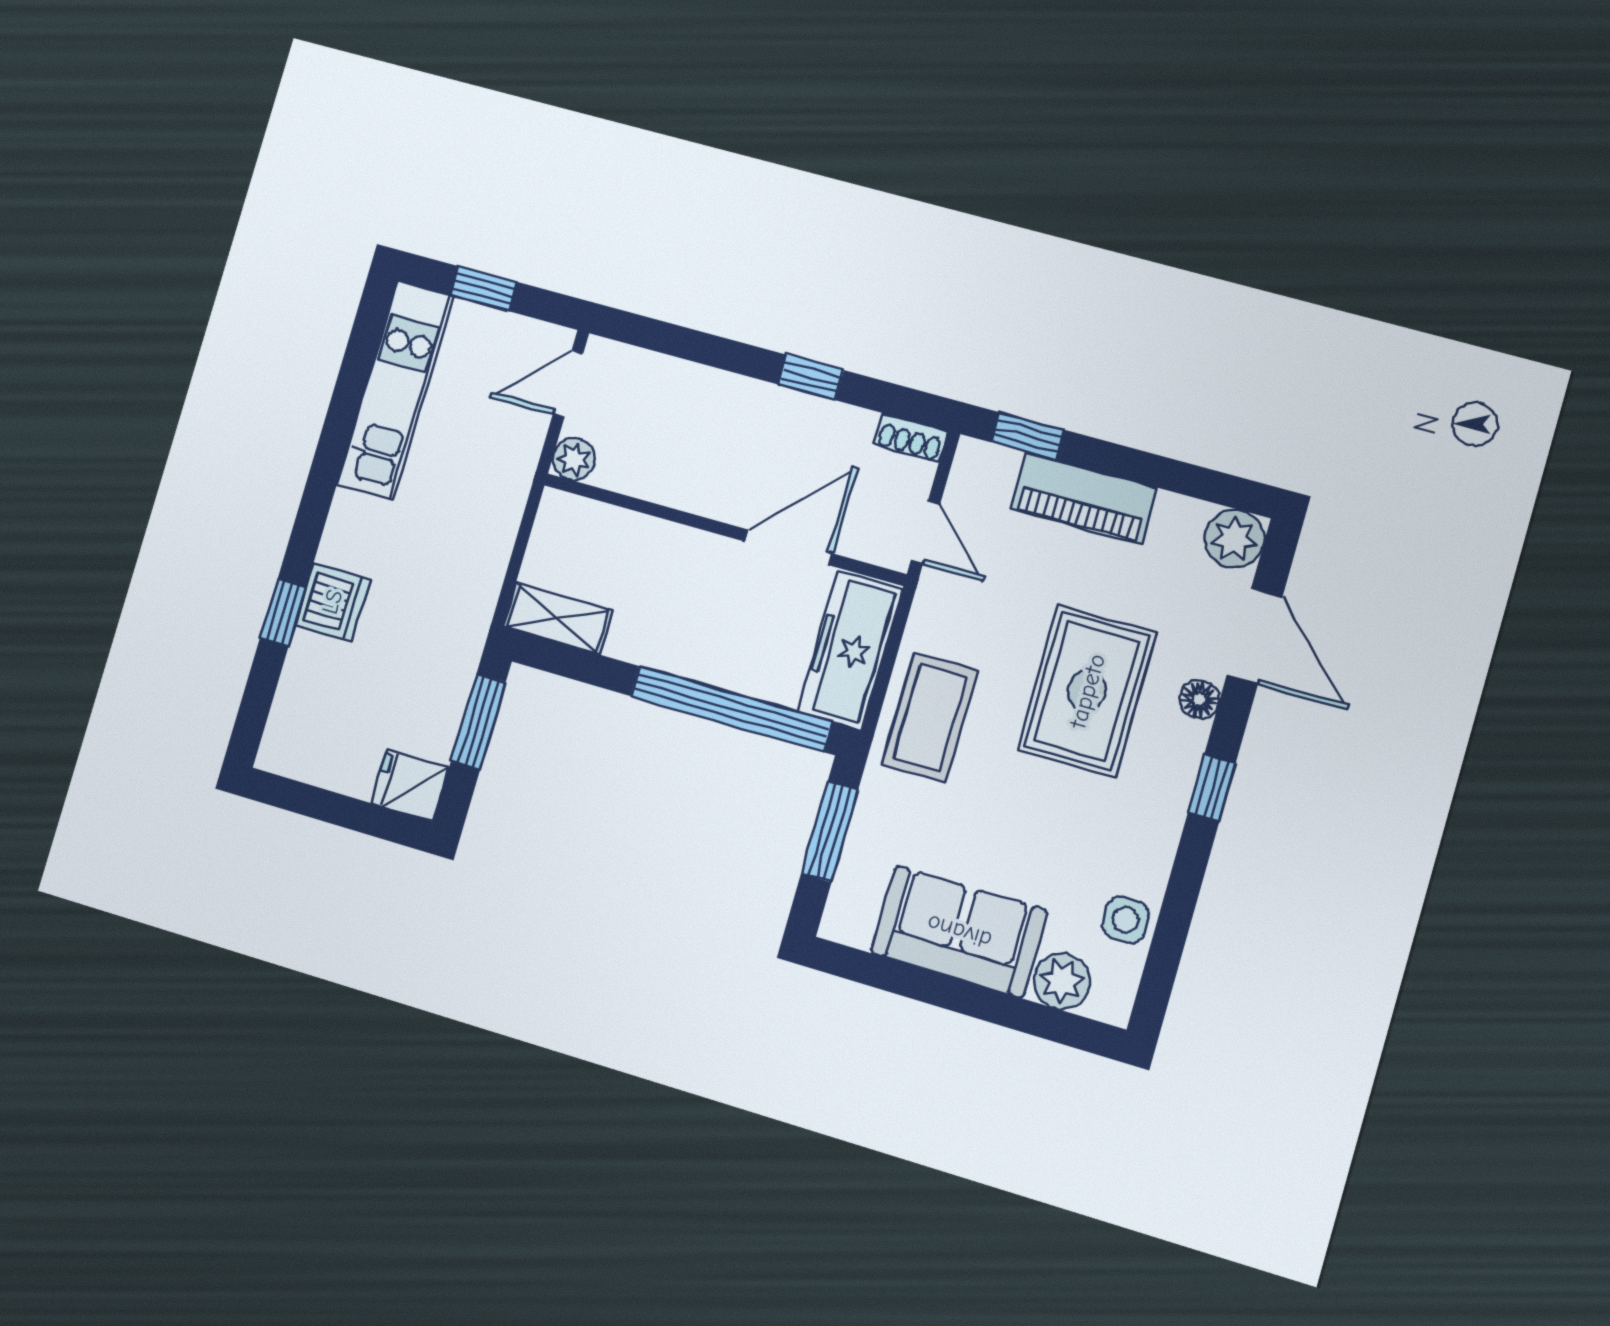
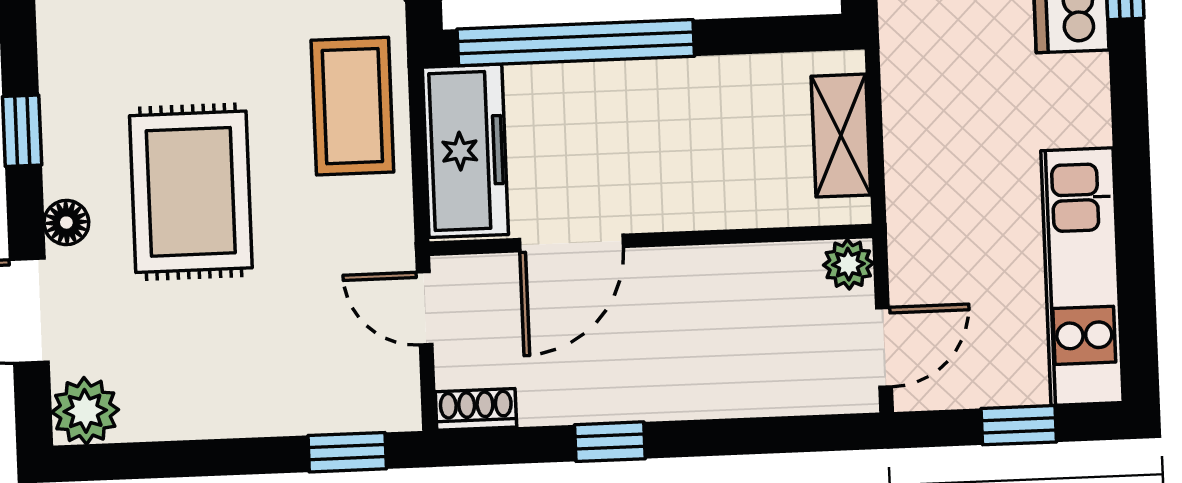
piano: (1084, 499) -> (263, 403), removed
shelving: (558, 618) -> (841, 136), moved, turned 90

